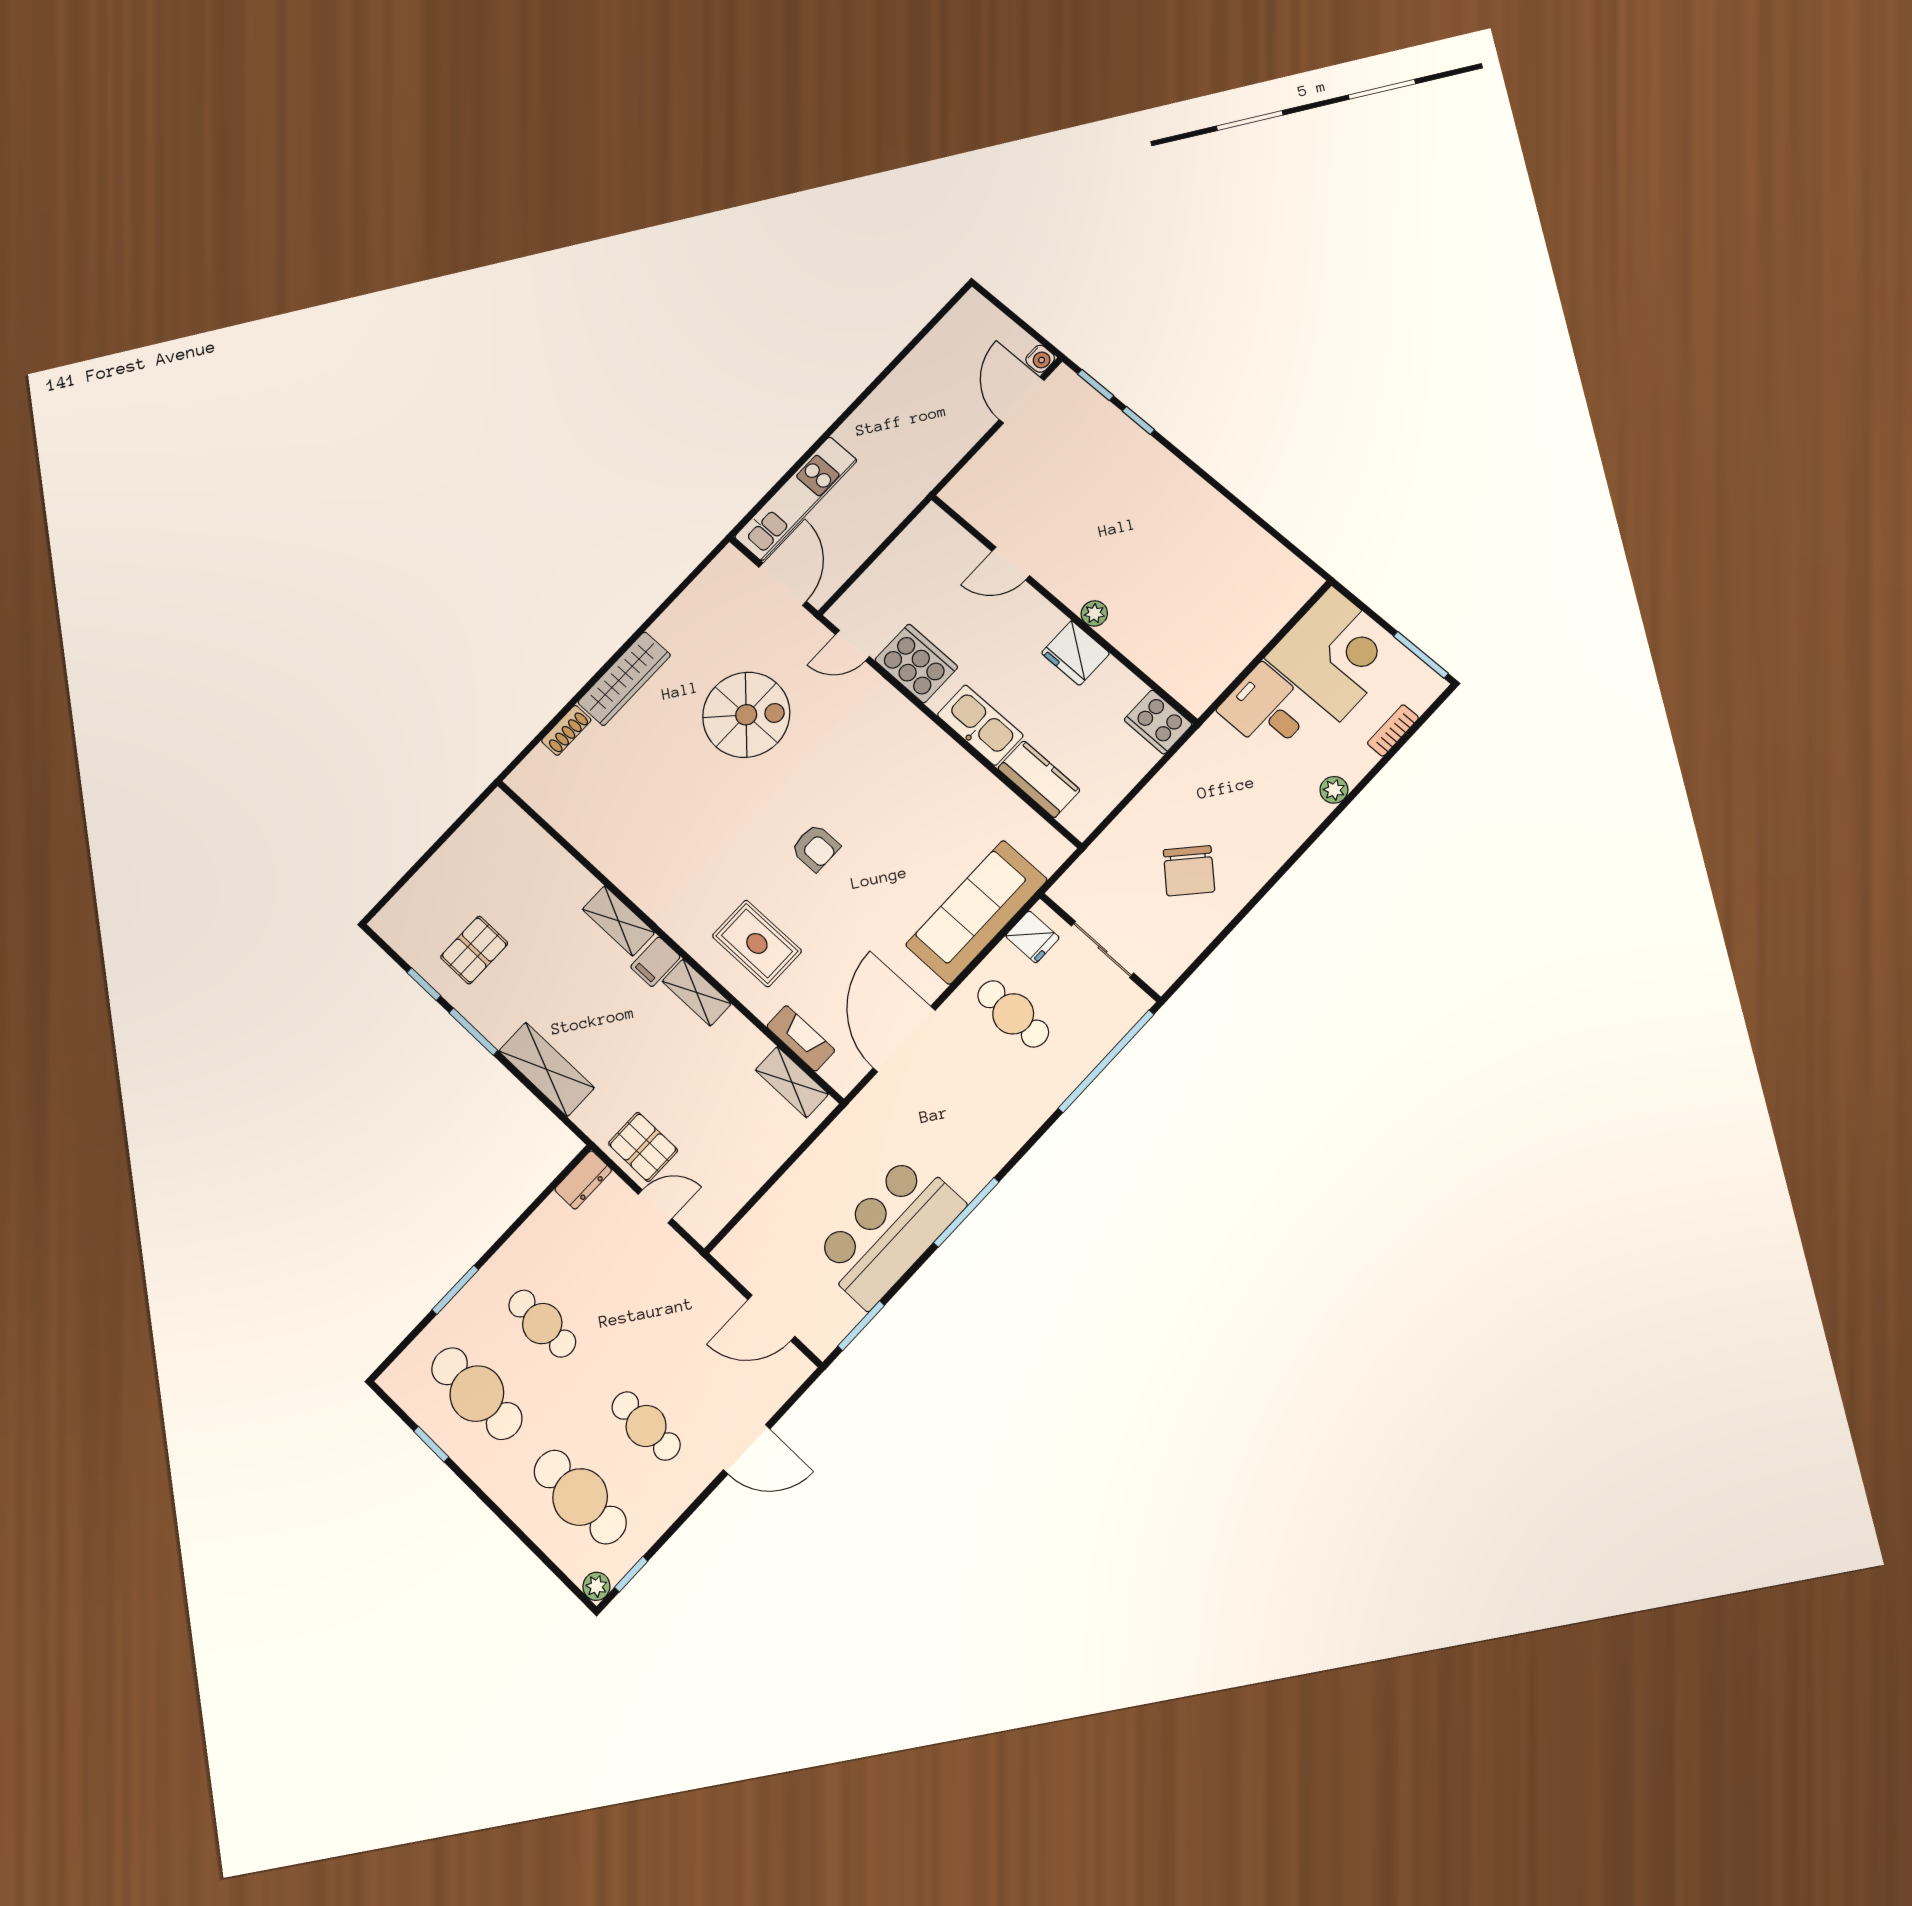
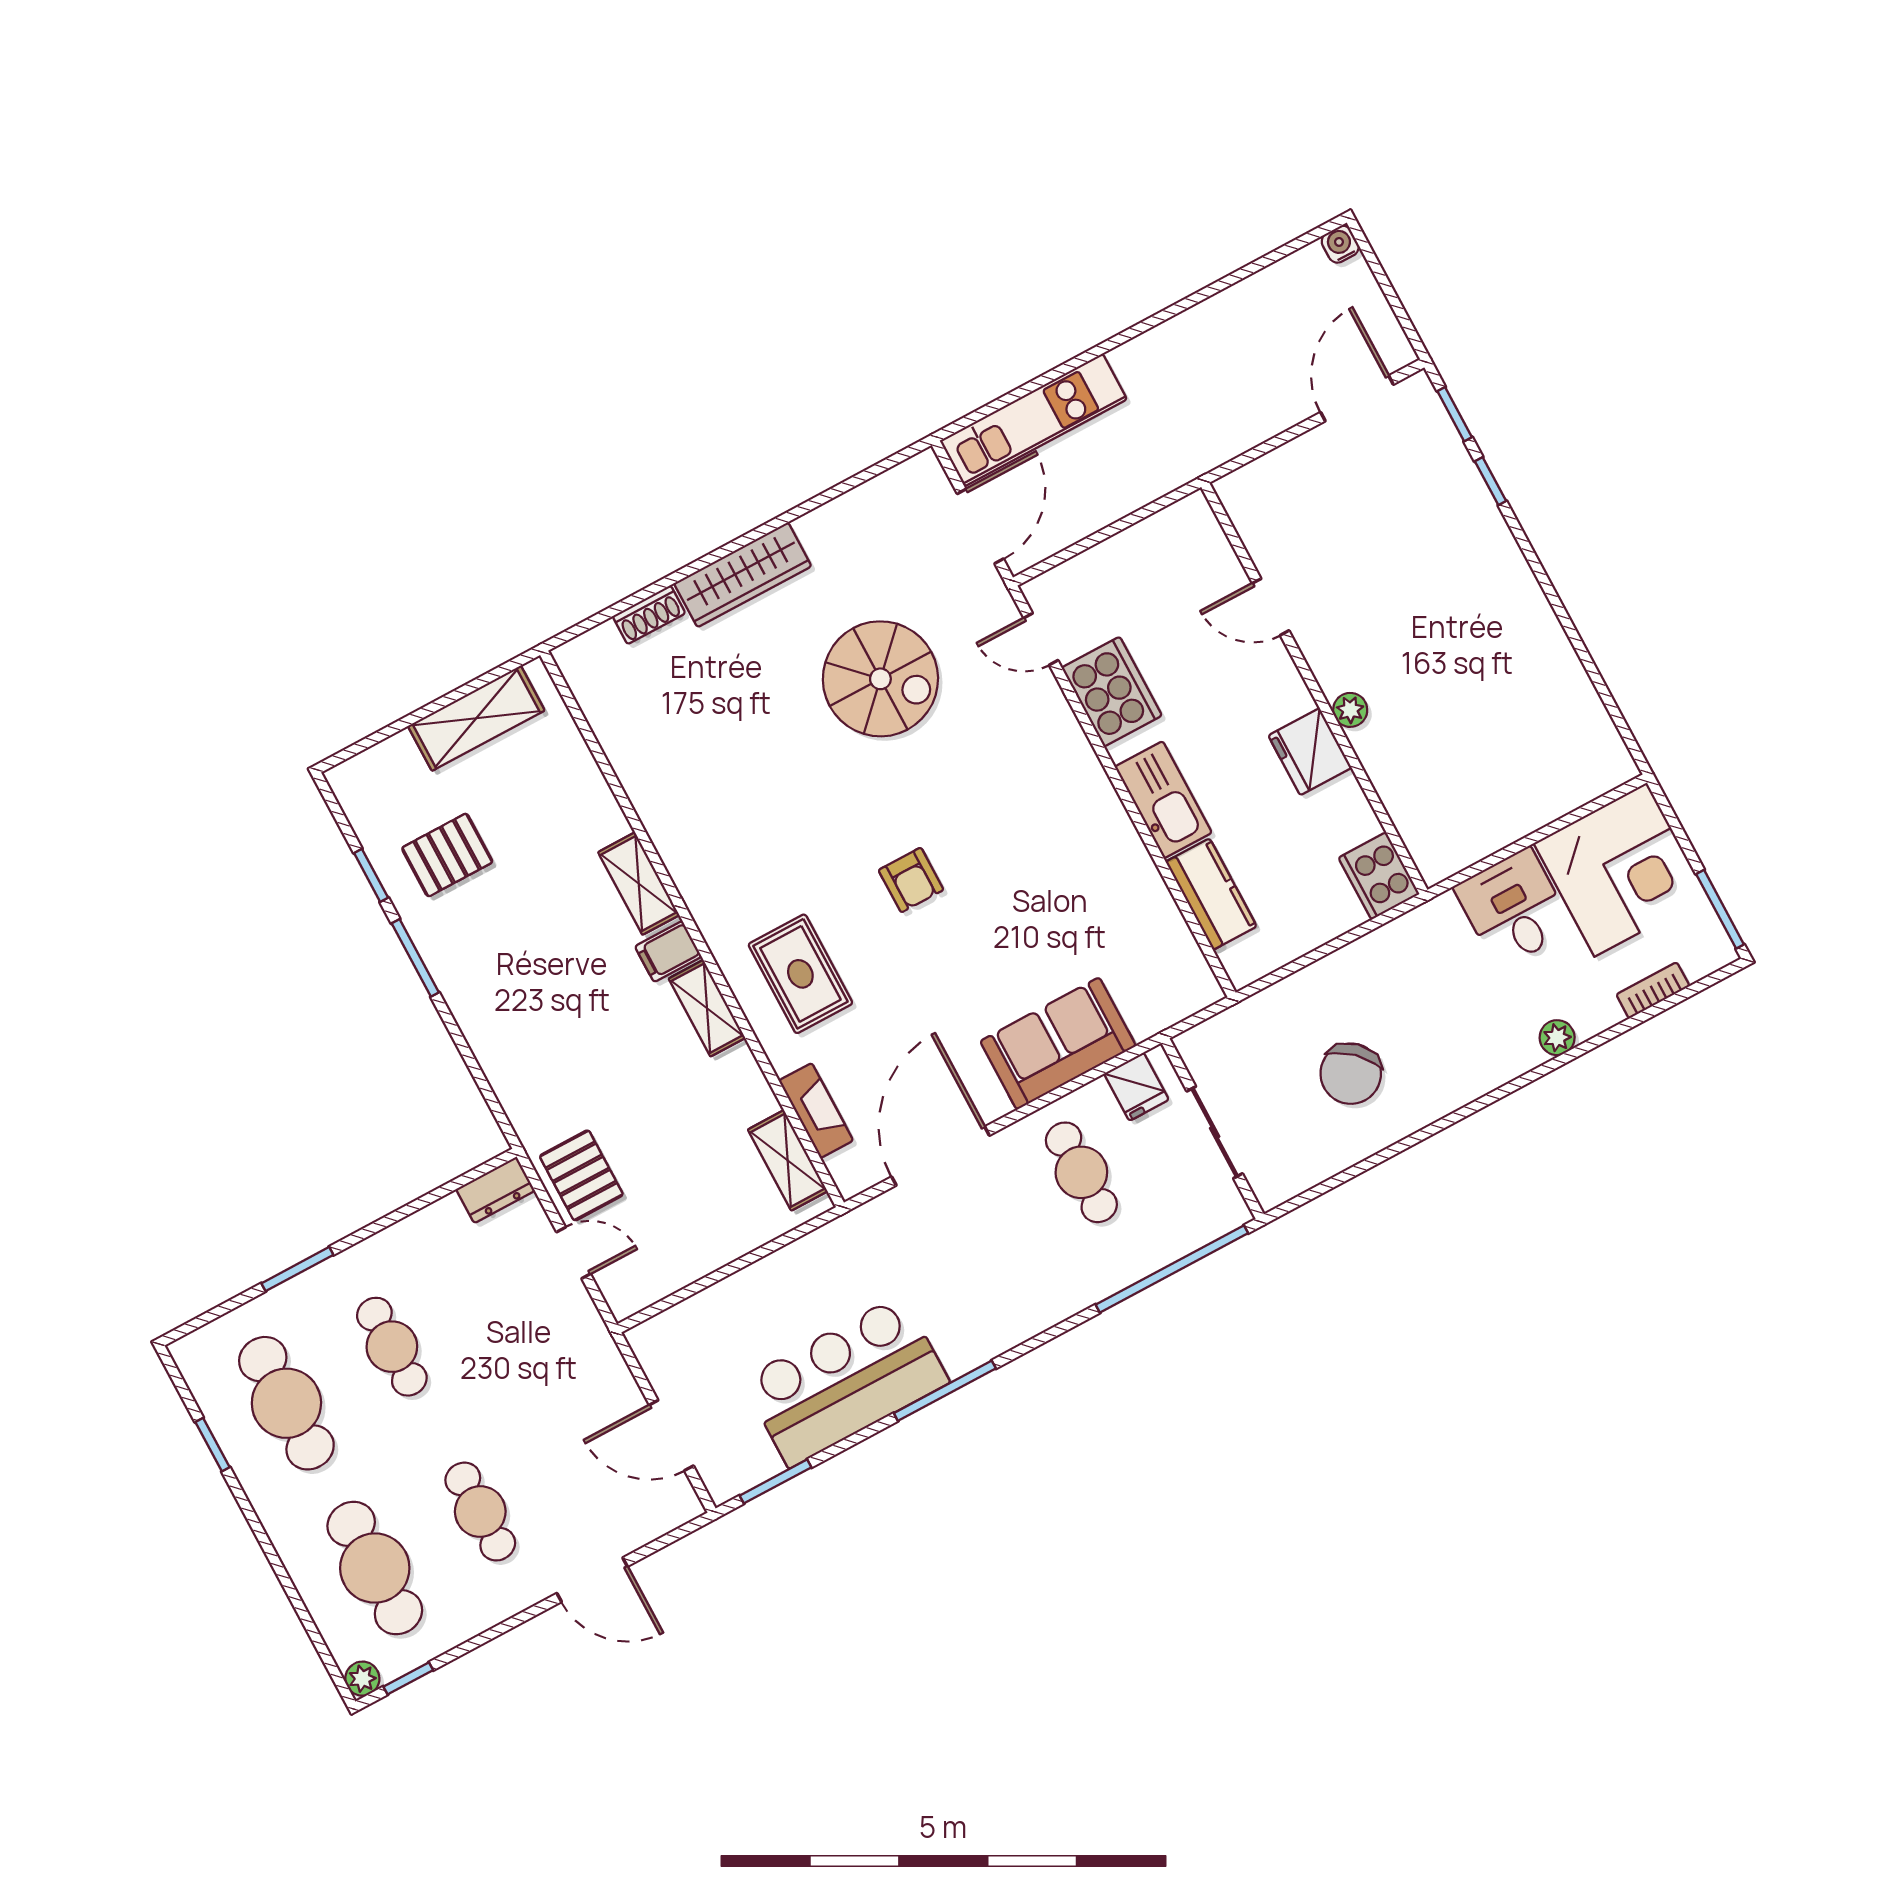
water cooler: (1040, 359) -> (1340, 244), moved, turned 180
sofa: (976, 912) -> (1058, 1044), width x0.73
shelving: (546, 1069) -> (476, 718), moved, turned 90

